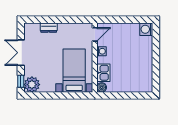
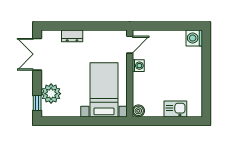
double door: (21, 53) -> (37, 54), moved
kitchen sink: (103, 73) -> (175, 109), moved, turned -90
plant: (32, 85) -> (51, 94), moved

